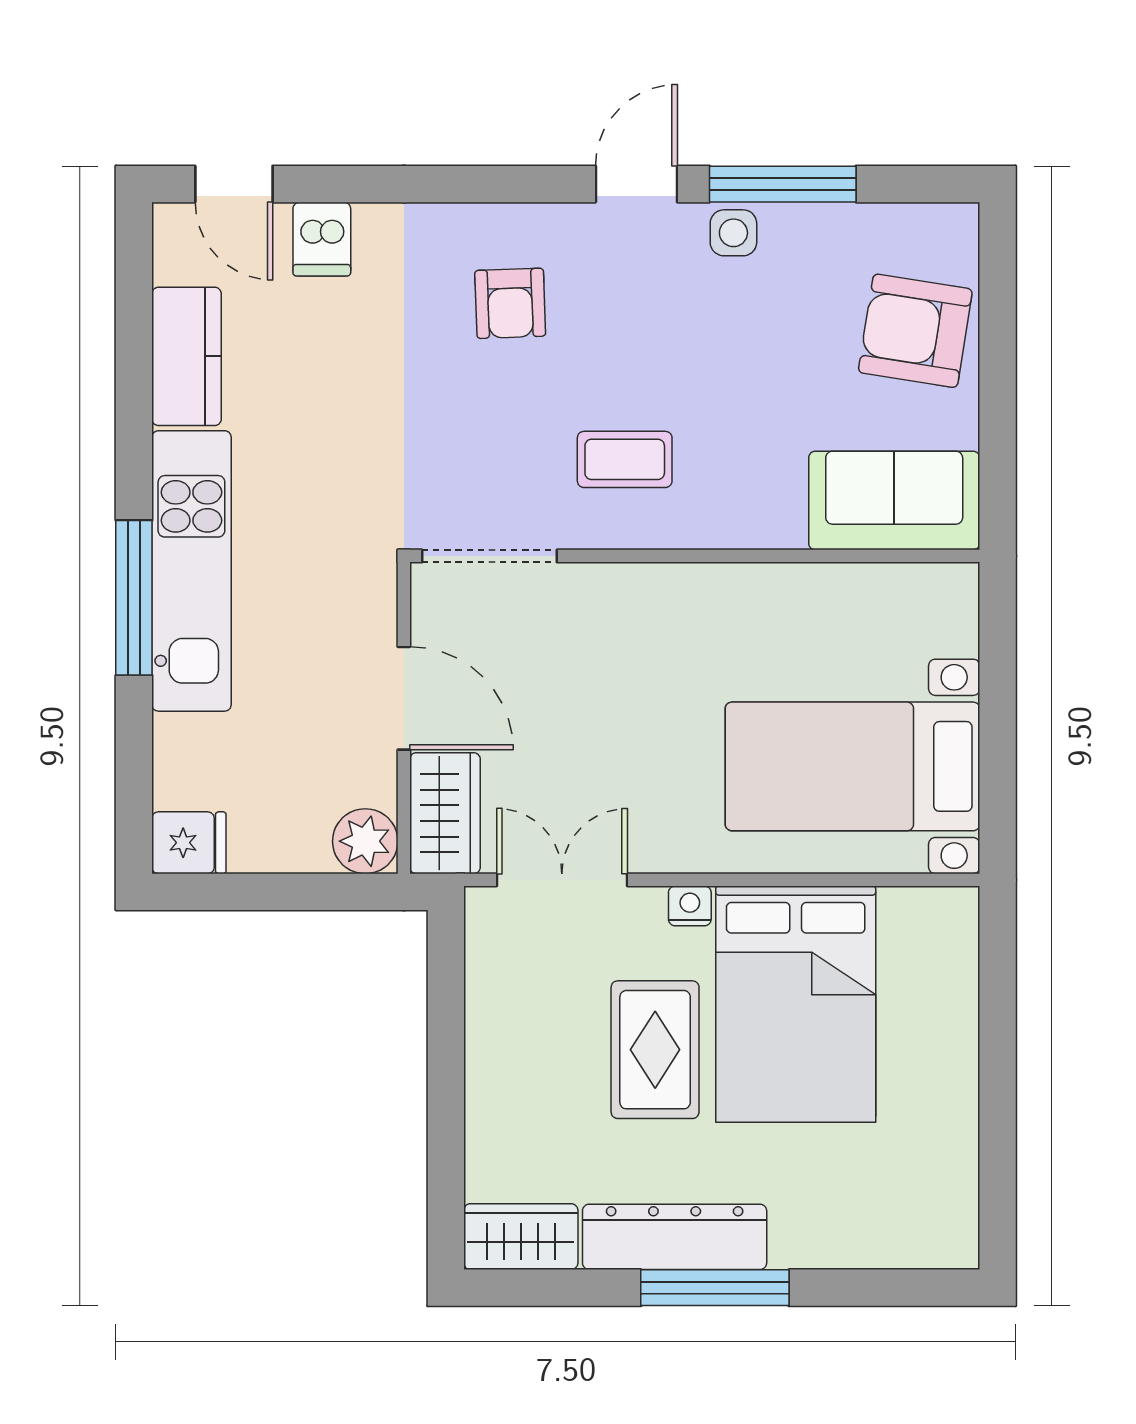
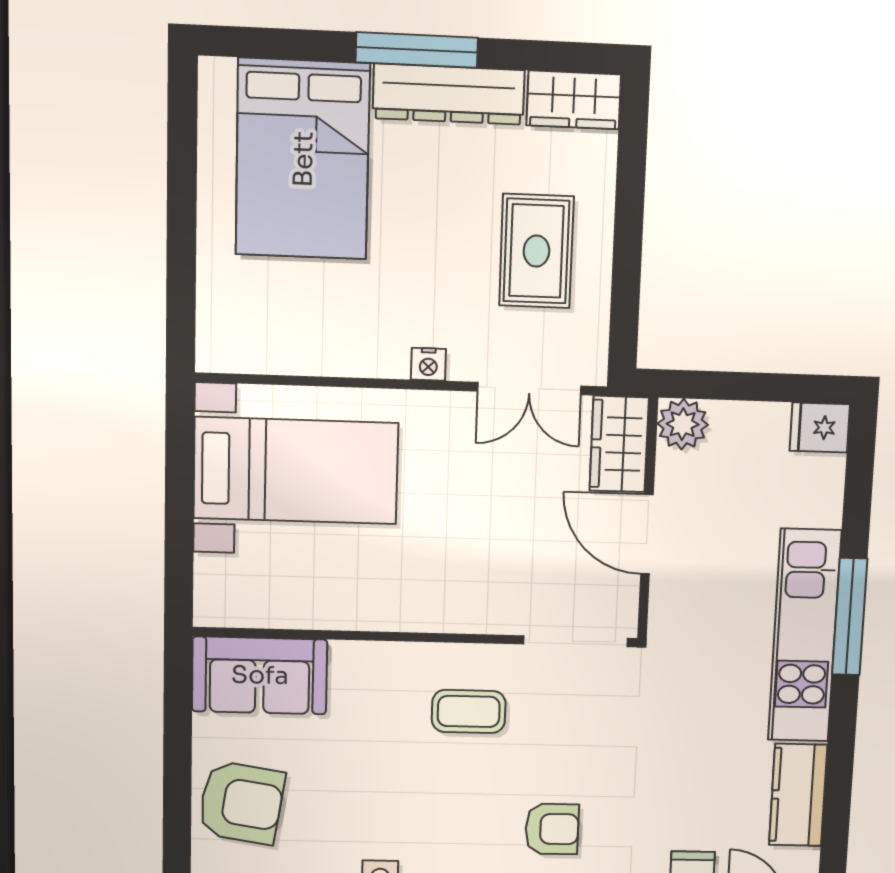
armchair: (510, 303) -> (552, 829), turned 92
bed: (796, 1004) -> (303, 159), moved, turned 180
rug: (655, 1050) -> (536, 251), moved

